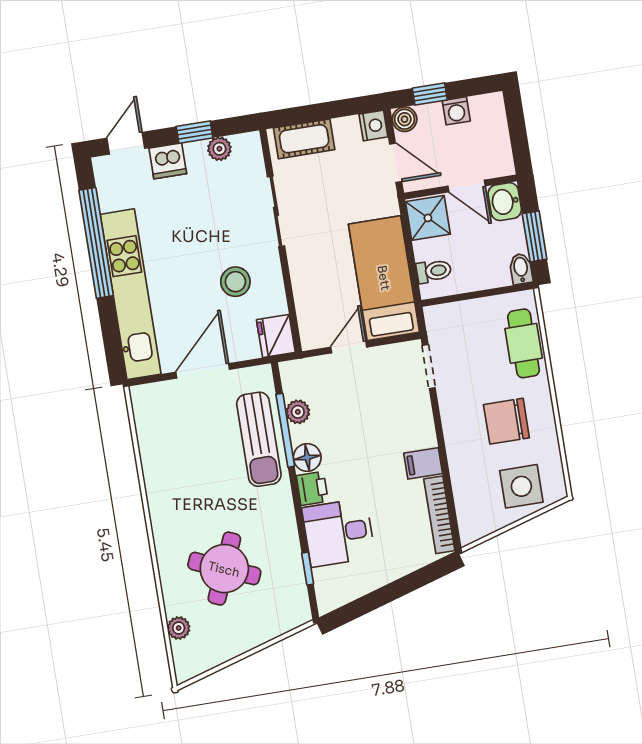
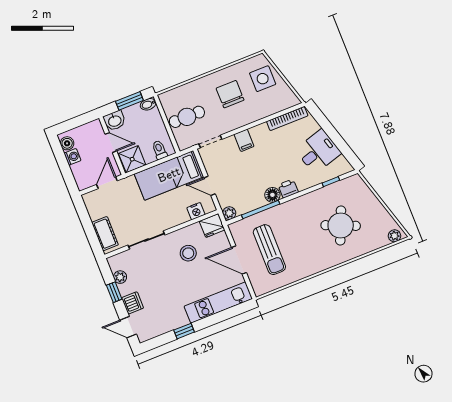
window: (430, 94) -> (67, 173), removed
boiler: (405, 119) -> (67, 143), moved
nightstand: (373, 126) -> (196, 211), moved, turned 180
door: (467, 186) -> (111, 143), hinge flipped
window: (96, 243) -> (184, 331), width x0.32
kitchen unit: (131, 294) -> (218, 302), width x0.73
cafe table: (524, 343) -> (187, 117), moved
plant: (298, 412) -> (229, 213), moved
chair: (506, 421) -> (230, 94), turned 180
sun lounger: (259, 439) -> (269, 250), moved, turned 90
filing cabinet: (423, 463) -> (244, 140), moved
desk: (338, 533) -> (318, 151), moved, turned -107
plant: (179, 628) -> (394, 236), moved

